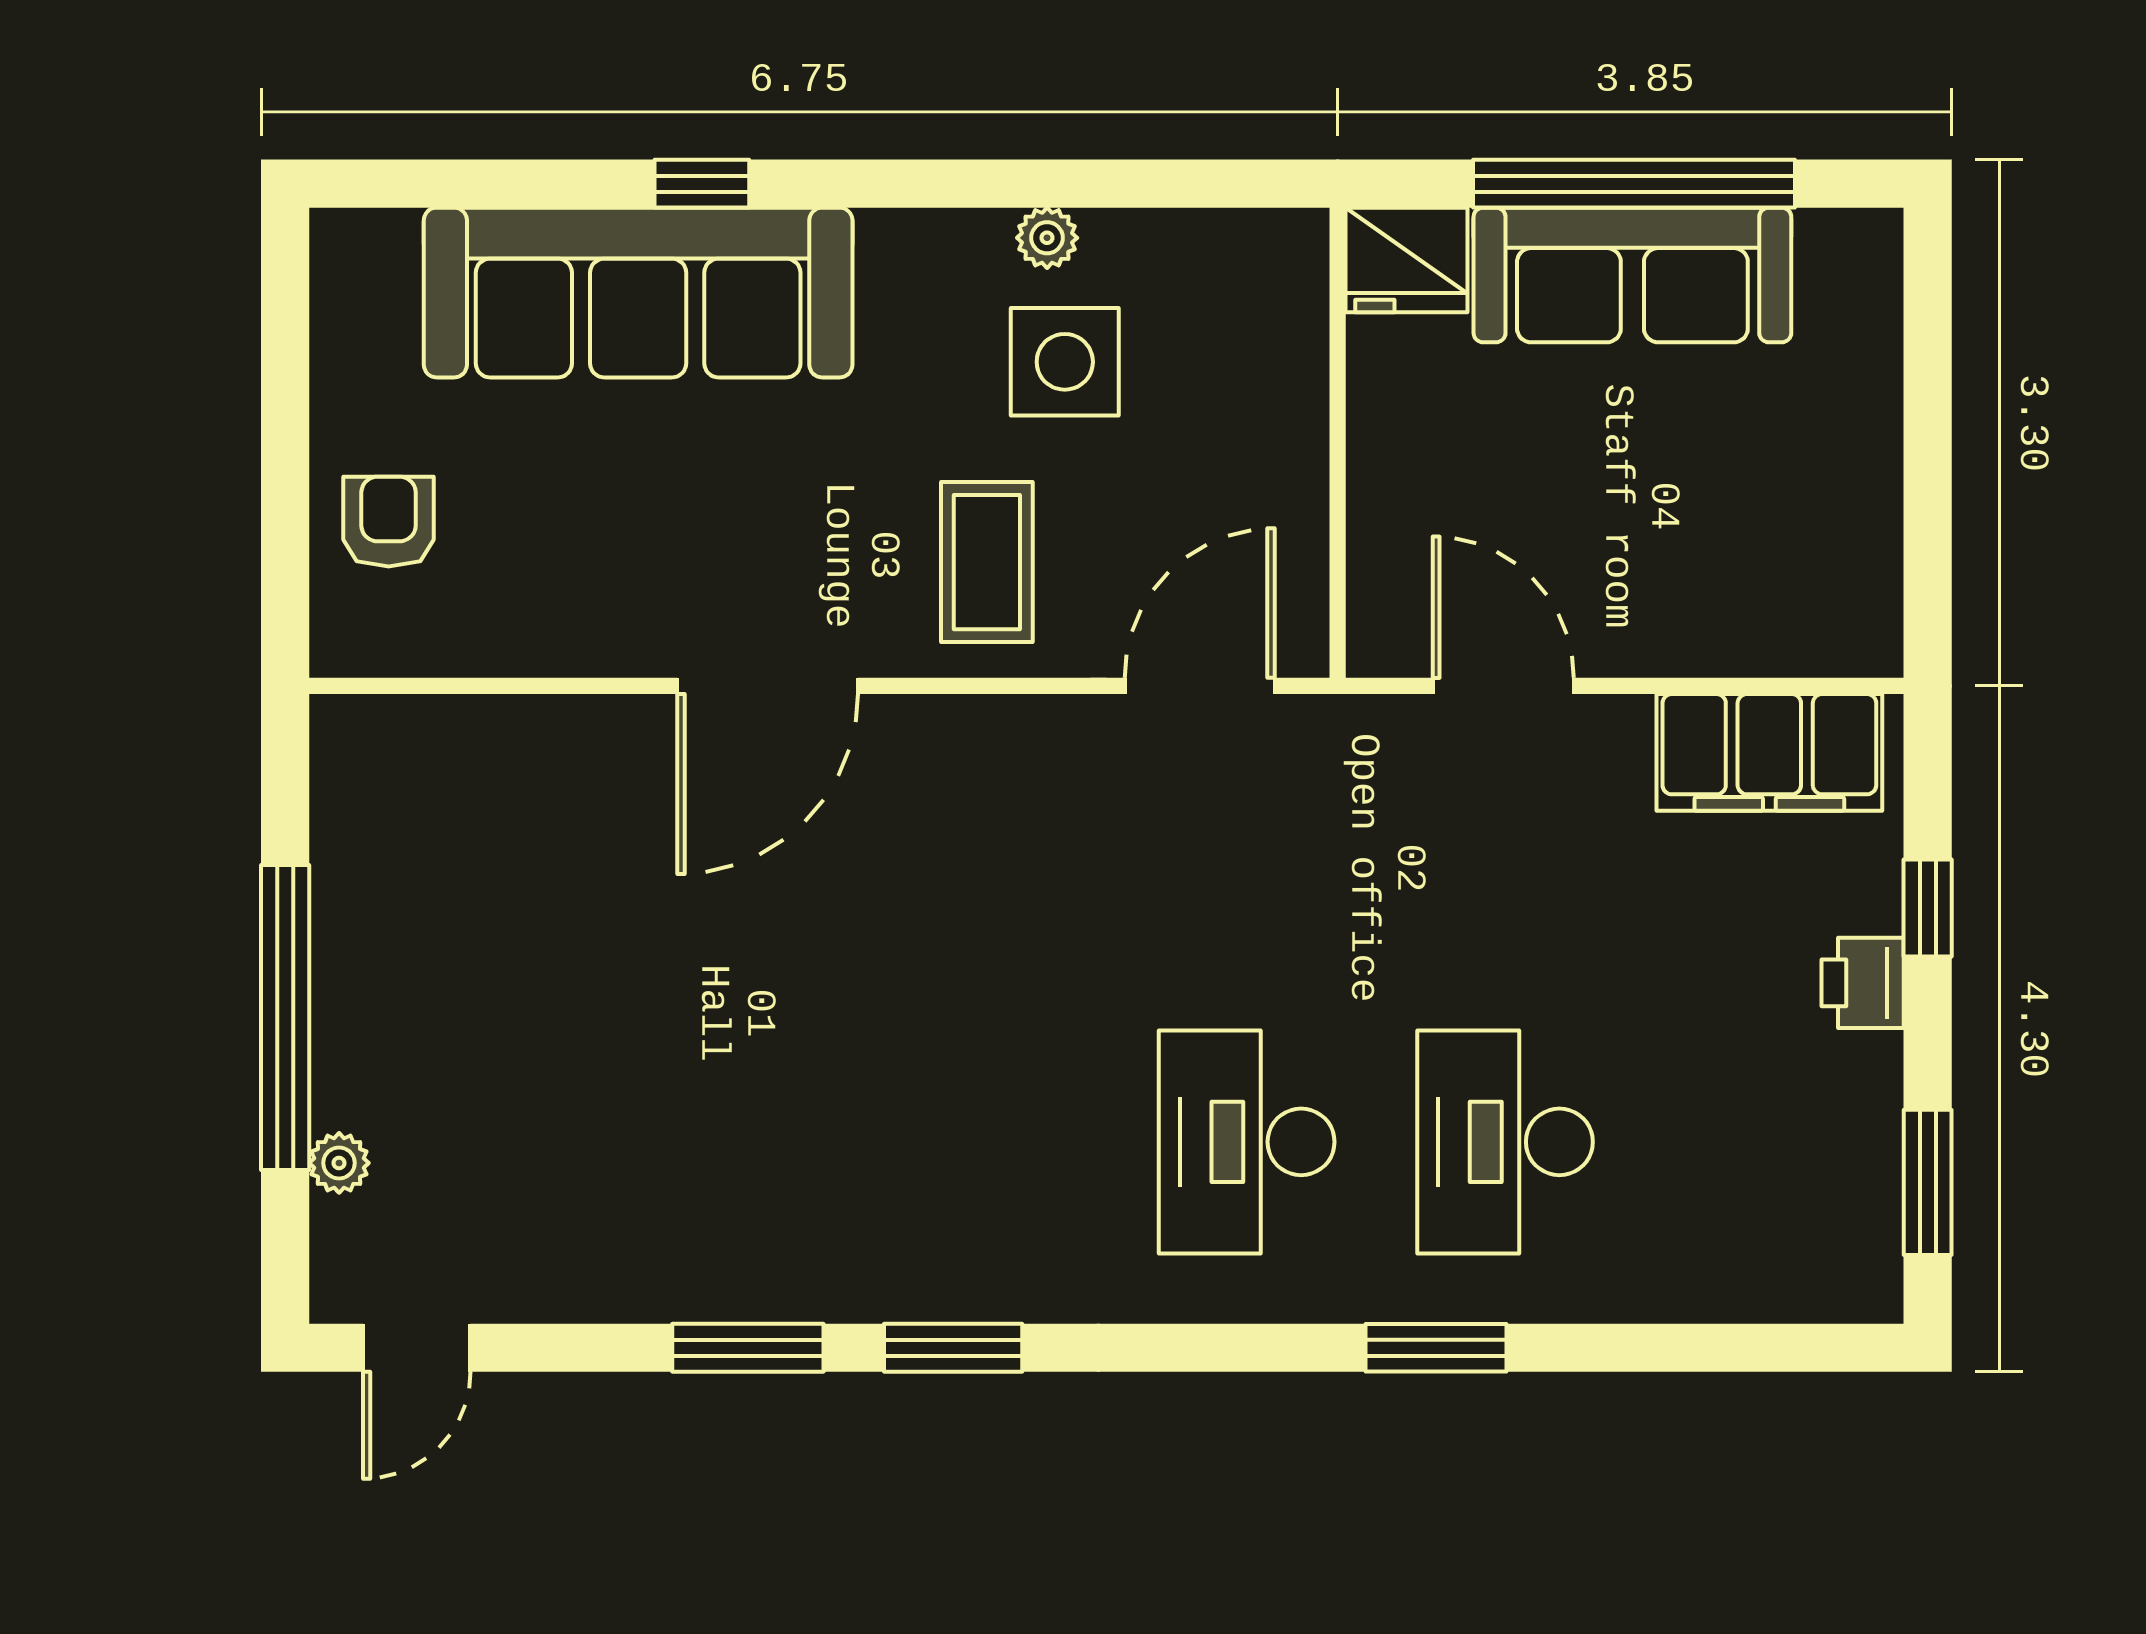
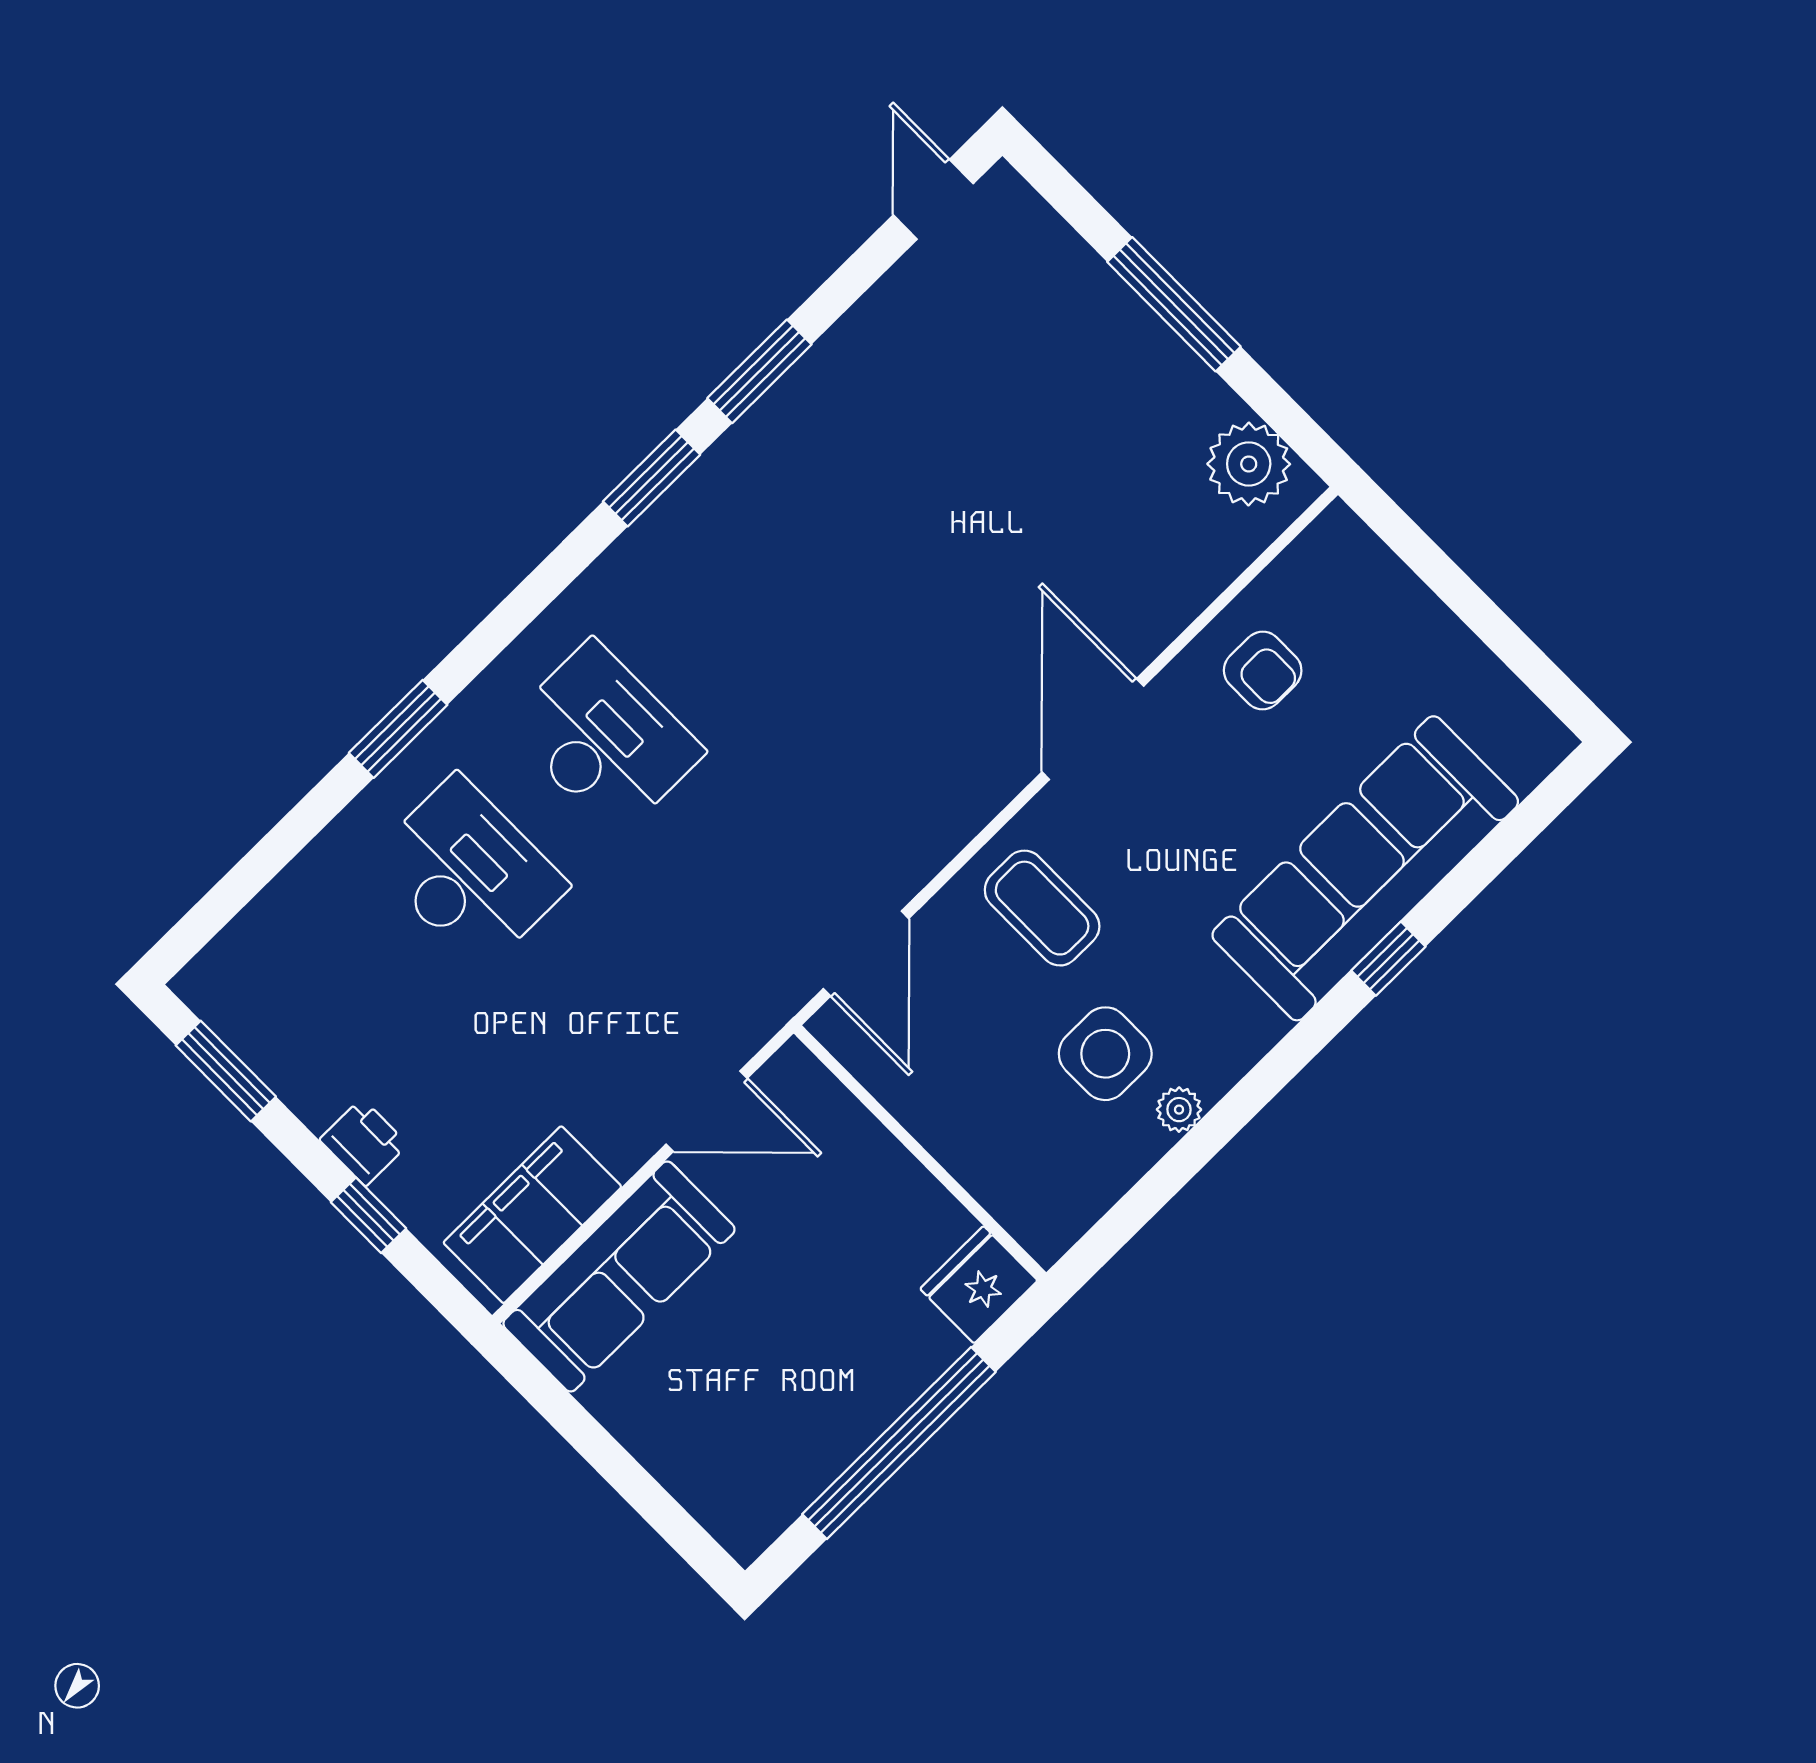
sofa: (1632, 275) -> (619, 1276), moved, turned 180
armchair: (389, 522) -> (1263, 670), moved
window: (285, 1017) -> (1174, 304), width x0.68
plant: (339, 1163) -> (1249, 464), moved, width x1.88, depth x1.88

